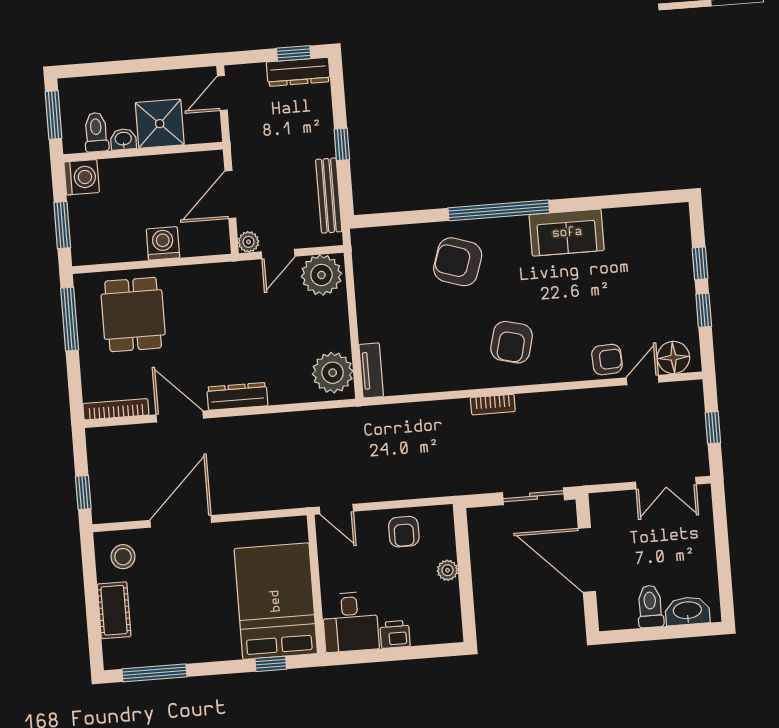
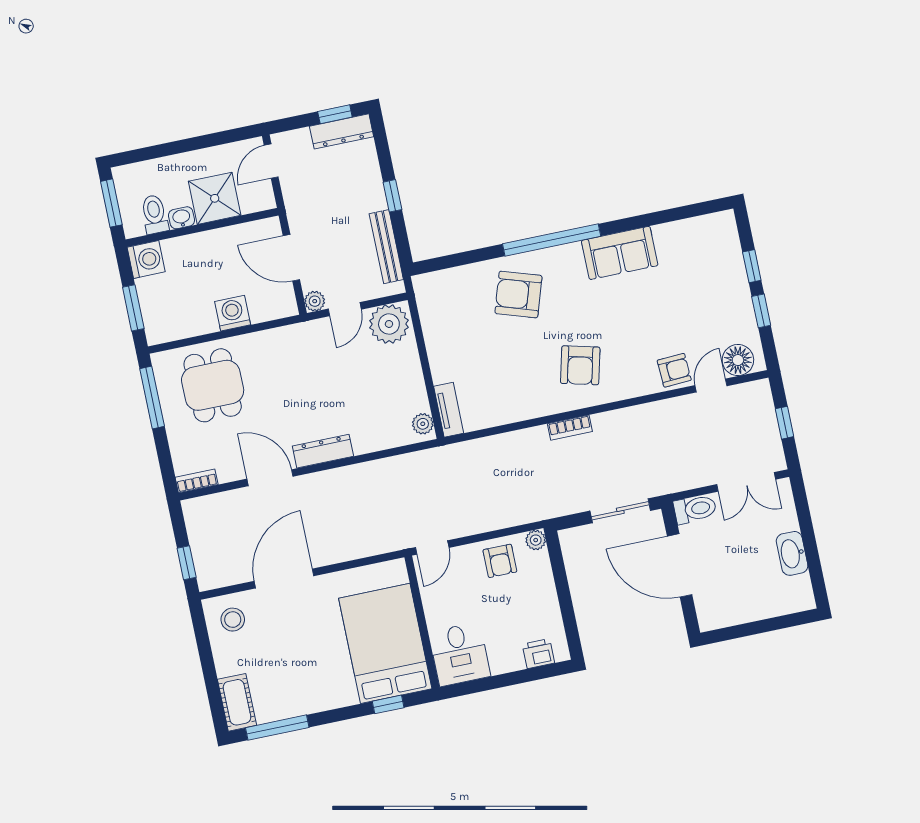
door: (230, 195) -> (291, 258), hinge flipped
plant: (333, 373) -> (423, 424), width x0.53, depth x0.53
bookcase: (116, 409) -> (197, 481), width x0.64
door: (336, 509) -> (432, 547), hinge flipped
plant: (447, 570) -> (536, 540), moved
toilet: (650, 606) -> (695, 509), moved, turned 90
cot: (114, 610) -> (237, 702), moved
washbasin: (687, 611) -> (792, 553), moved, turned -90
printer: (395, 634) -> (538, 654), moved

